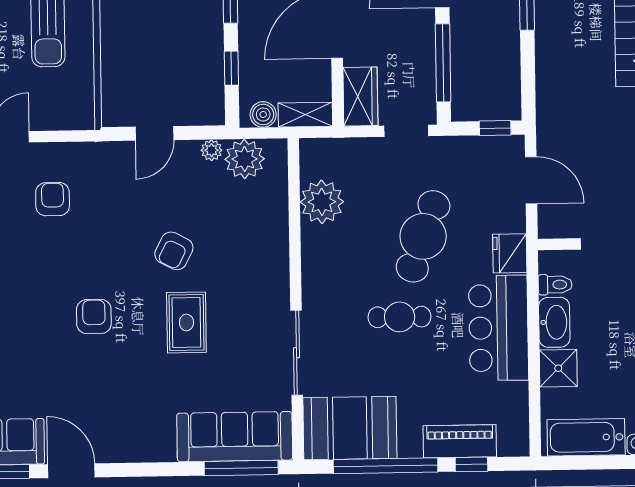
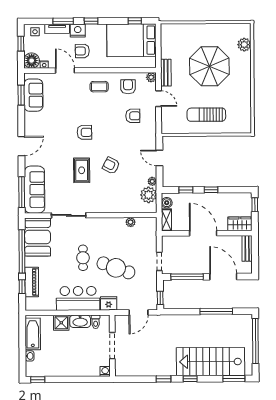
wardrobe: (360, 97) -> (174, 243), removed
plant: (322, 202) -> (131, 222), width x0.53, depth x0.53
rug: (186, 322) -> (82, 170), turned 90
door: (71, 471) -> (21, 146), moved

